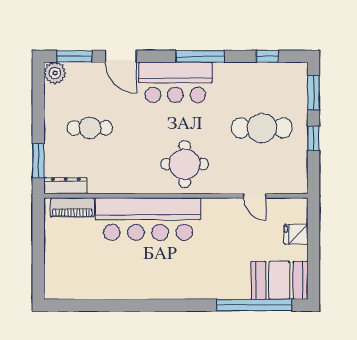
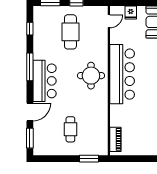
plant: (55, 73) -> (39, 149), removed
dresser: (66, 186) -> (103, 143), removed
door: (255, 196) -> (109, 21), moved
bar counter: (148, 219) -> (122, 74), moved

